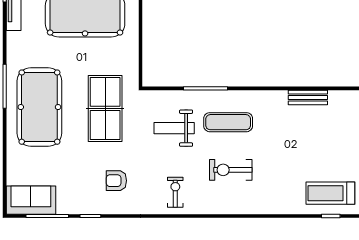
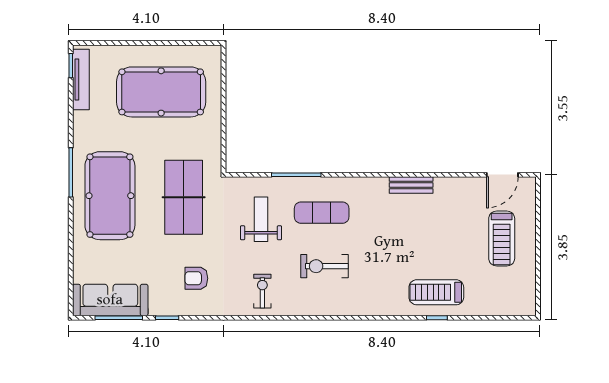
weight bench: (174, 128) -> (261, 219), turned 90
sofa: (31, 200) -> (110, 300), width x1.36

